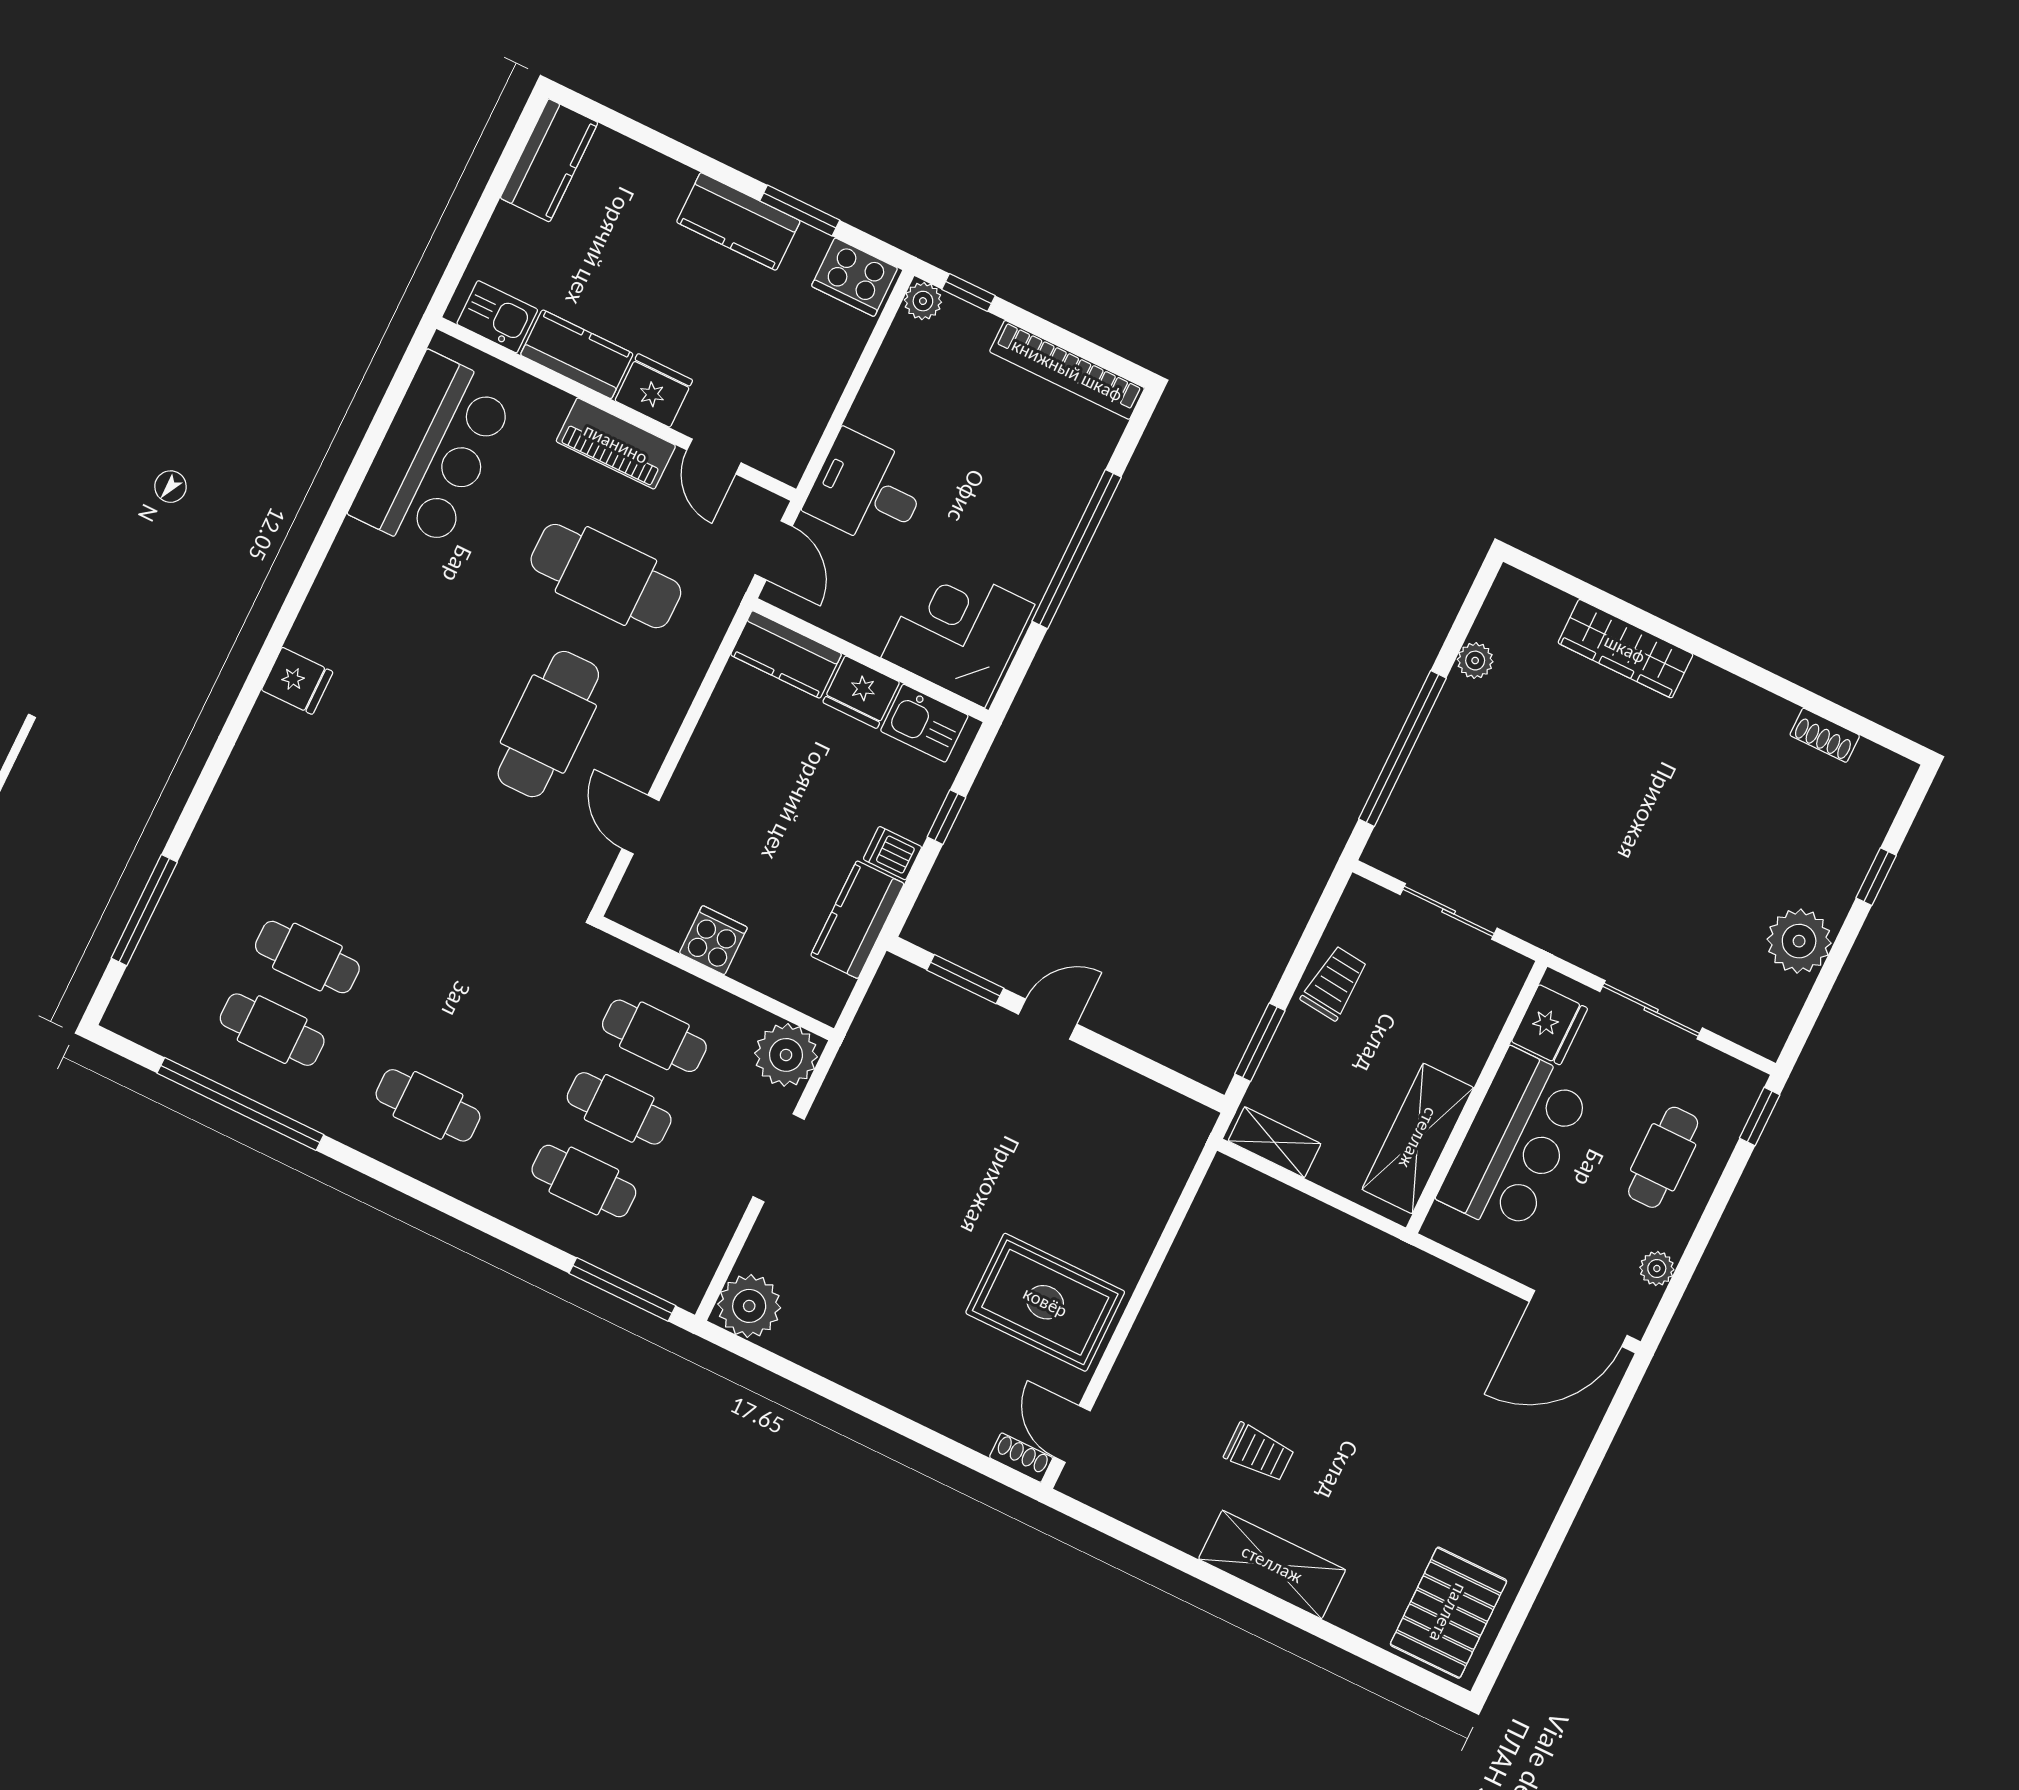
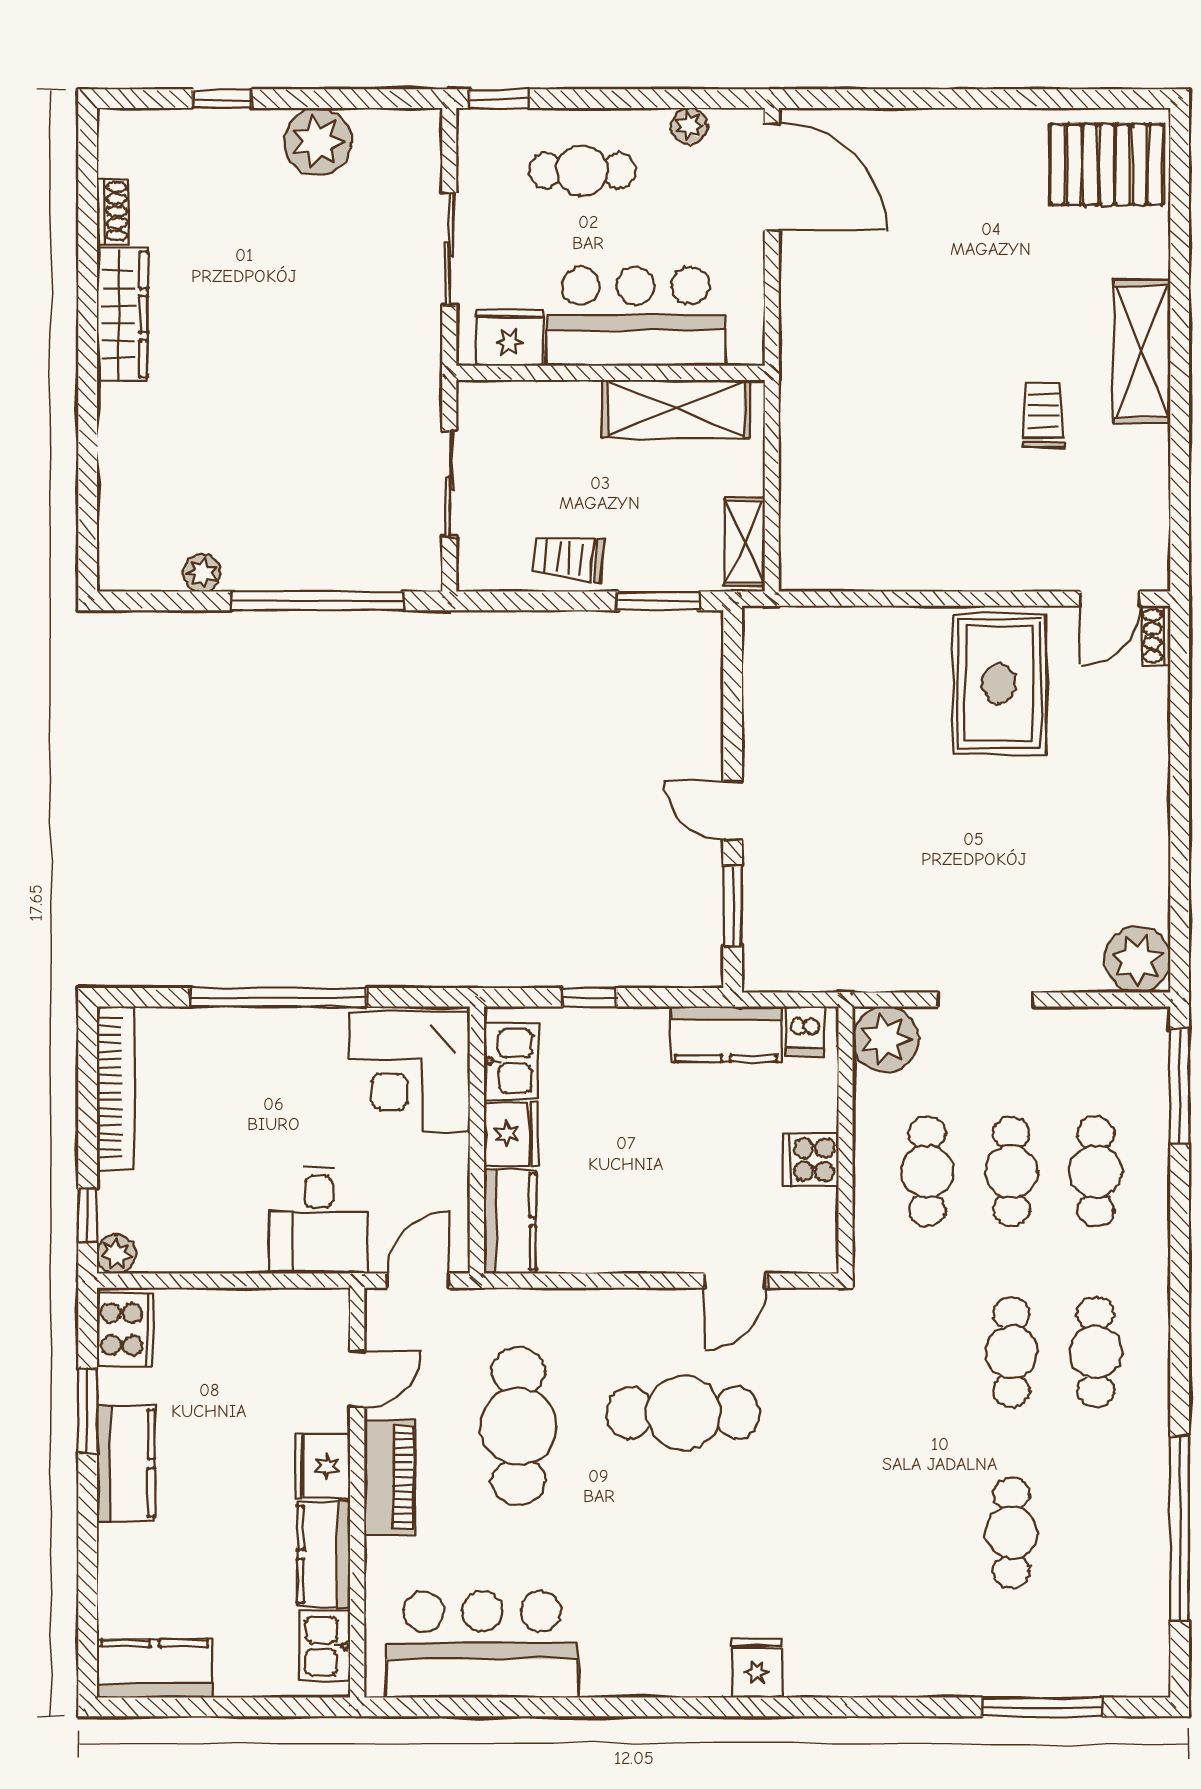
wardrobe: (1625, 649) -> (122, 314), moved
dishwasher: (892, 853) -> (805, 1031), moved
cafe table: (272, 1030) -> (1011, 1352), moved

